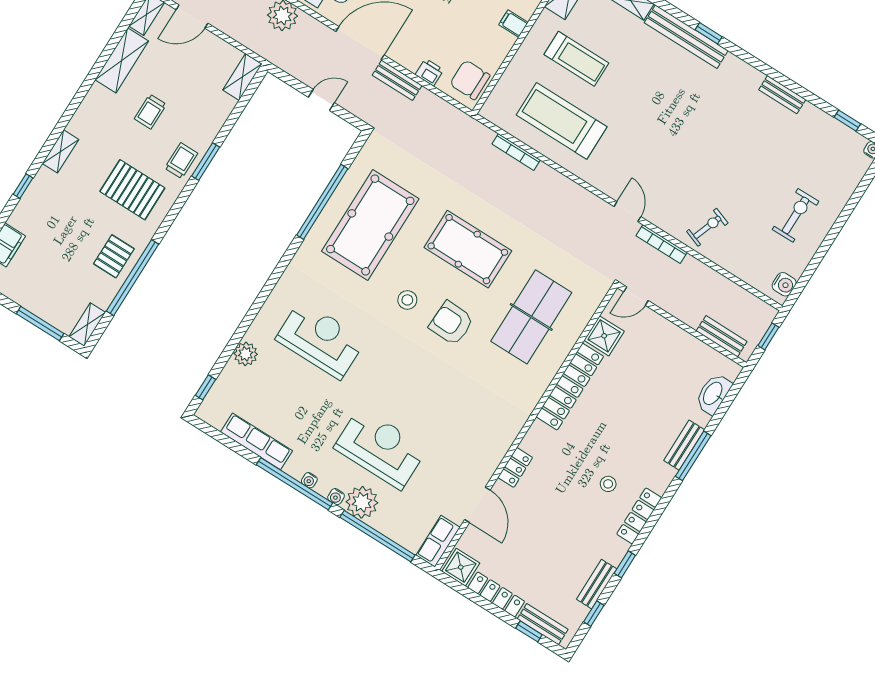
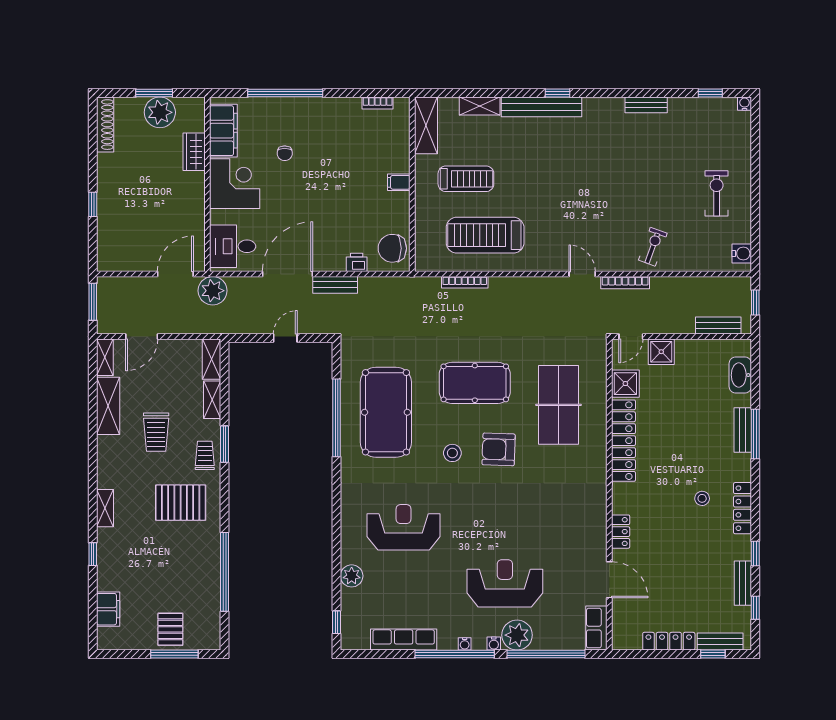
trolley: (150, 112) -> (156, 432), width x1.36, depth x1.39
pallet: (114, 256) -> (170, 629), moved
shelving: (87, 325) -> (212, 400), moved
shower: (461, 567) -> (661, 352), moved

